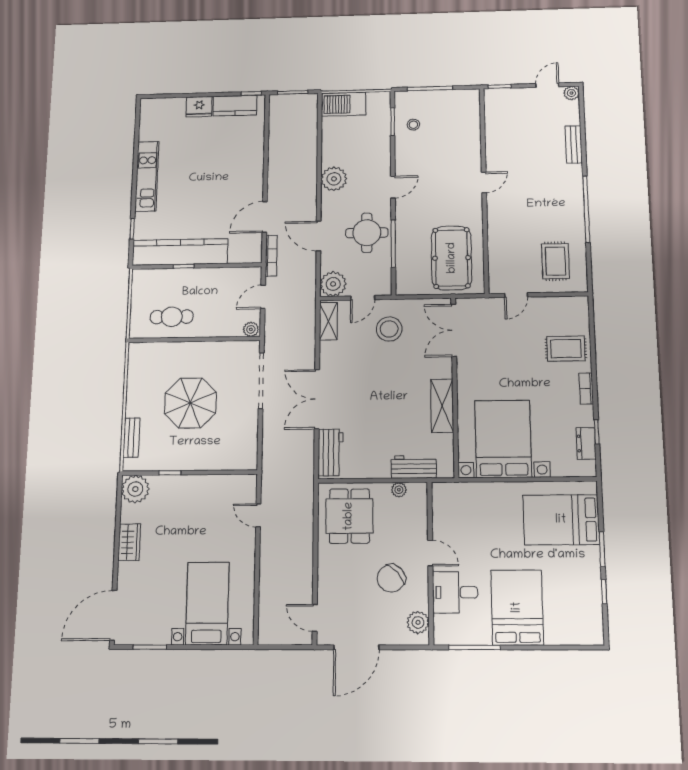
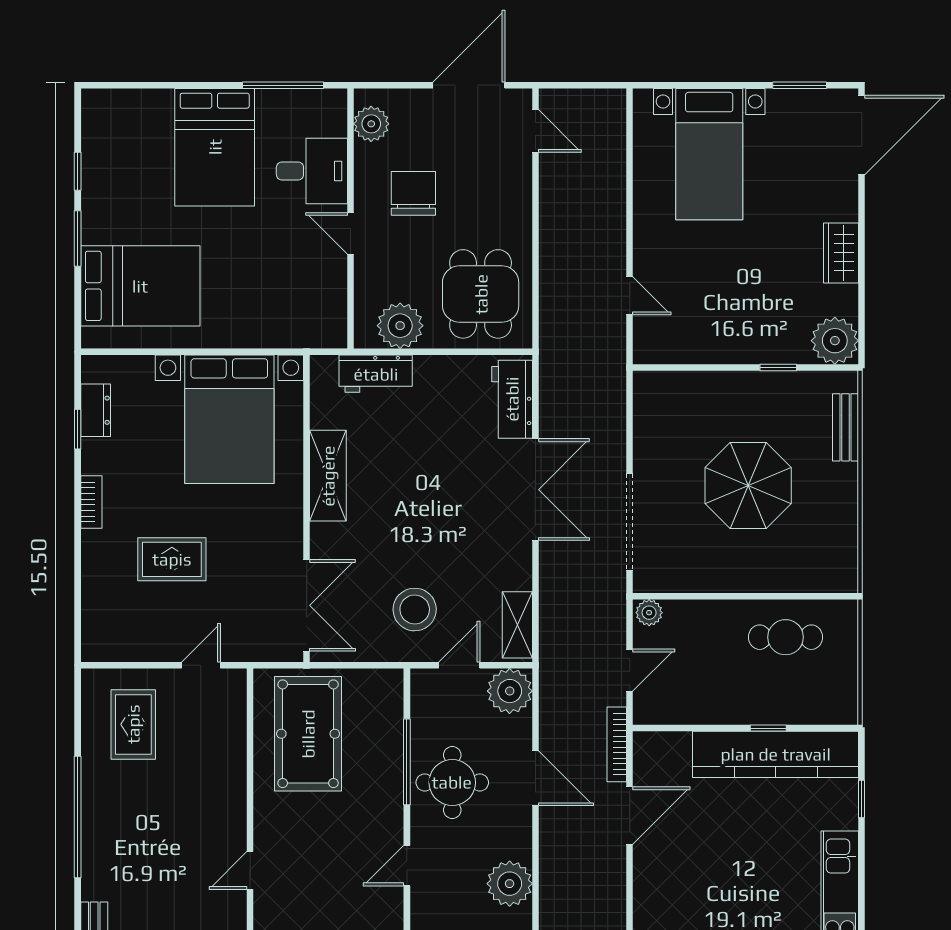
rug: (566, 349) -> (172, 559), moved
plant: (399, 490) -> (400, 326), width x1.88, depth x1.88
chair: (391, 578) -> (413, 193), turned -48

